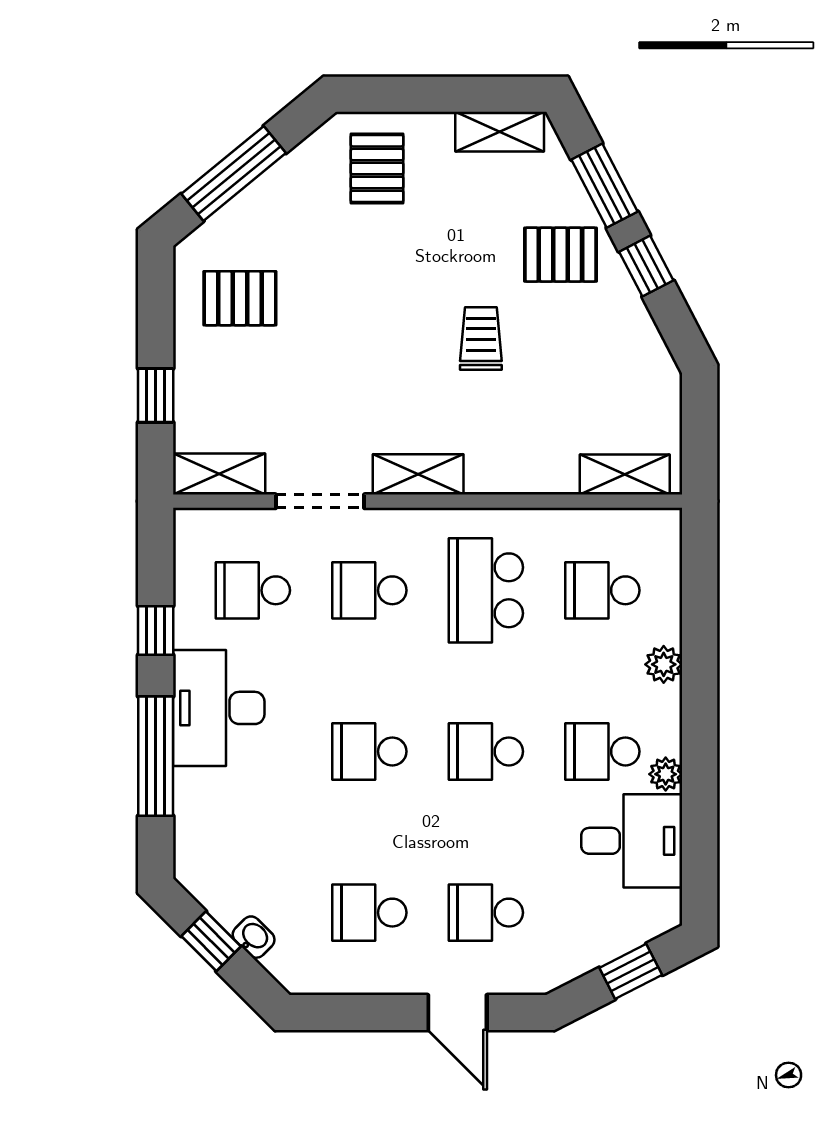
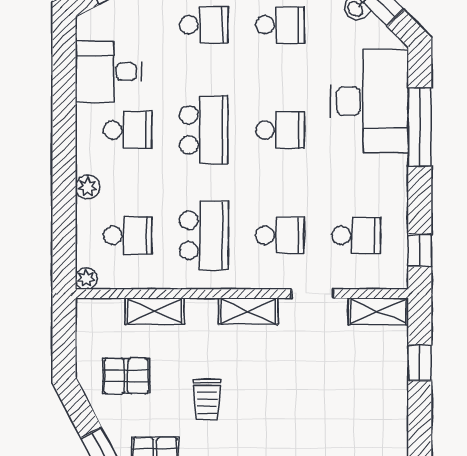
pallet: (240, 298) -> (126, 376), moved
shelving: (625, 474) -> (155, 311), moved
doorway: (320, 501) -> (312, 294), width x0.73
window: (156, 630) -> (420, 250), moved
desk: (219, 708) -> (370, 101), moved, width x1.36, depth x1.30
school desk: (486, 751) -> (204, 130), width x1.85
plant: (666, 774) -> (86, 279), moved

